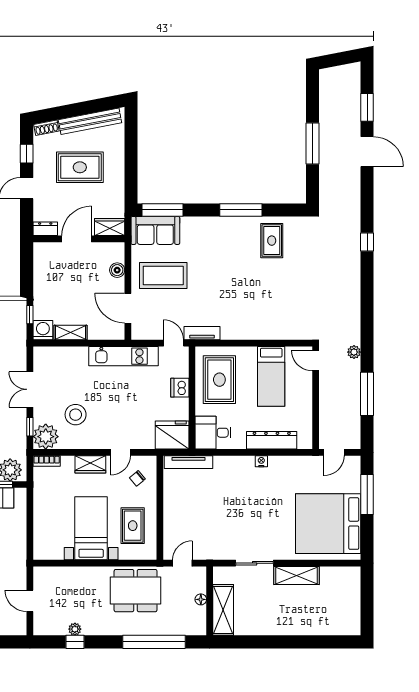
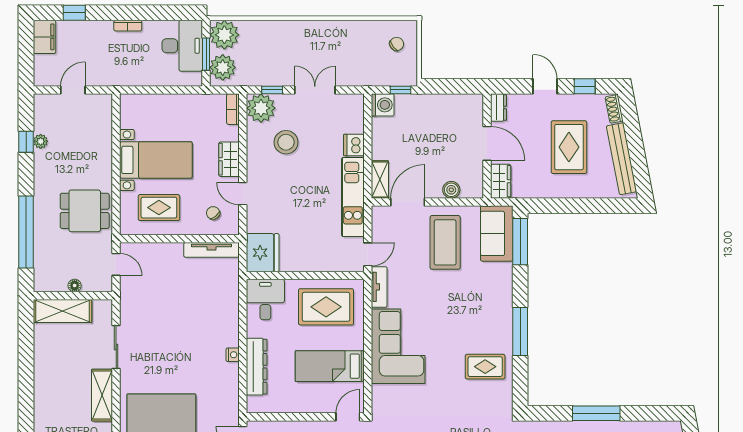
corner sofa: (254, 317) -> (398, 346), added
shelving: (70, 333) -> (380, 179), moved
dishwasher: (180, 388) -> (354, 145), moved, turned -90
tv unit: (188, 462) -> (211, 250), moved, turned -90
dining table: (136, 591) -> (85, 211), width x0.73

